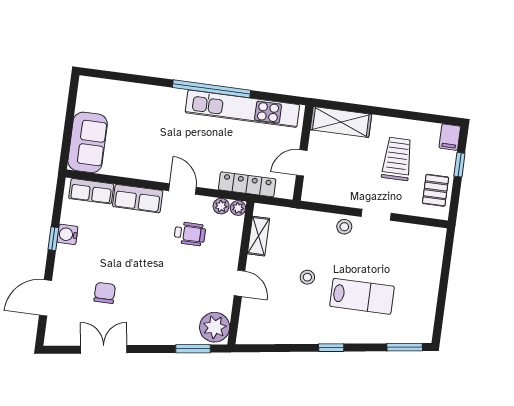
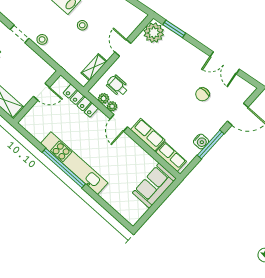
kitchen unit: (242, 109) -> (74, 163), moved
plant: (238, 208) -> (112, 106), moved
wheelchair: (190, 234) -> (117, 86), moved
window: (53, 239) -> (211, 144), width x2.17

